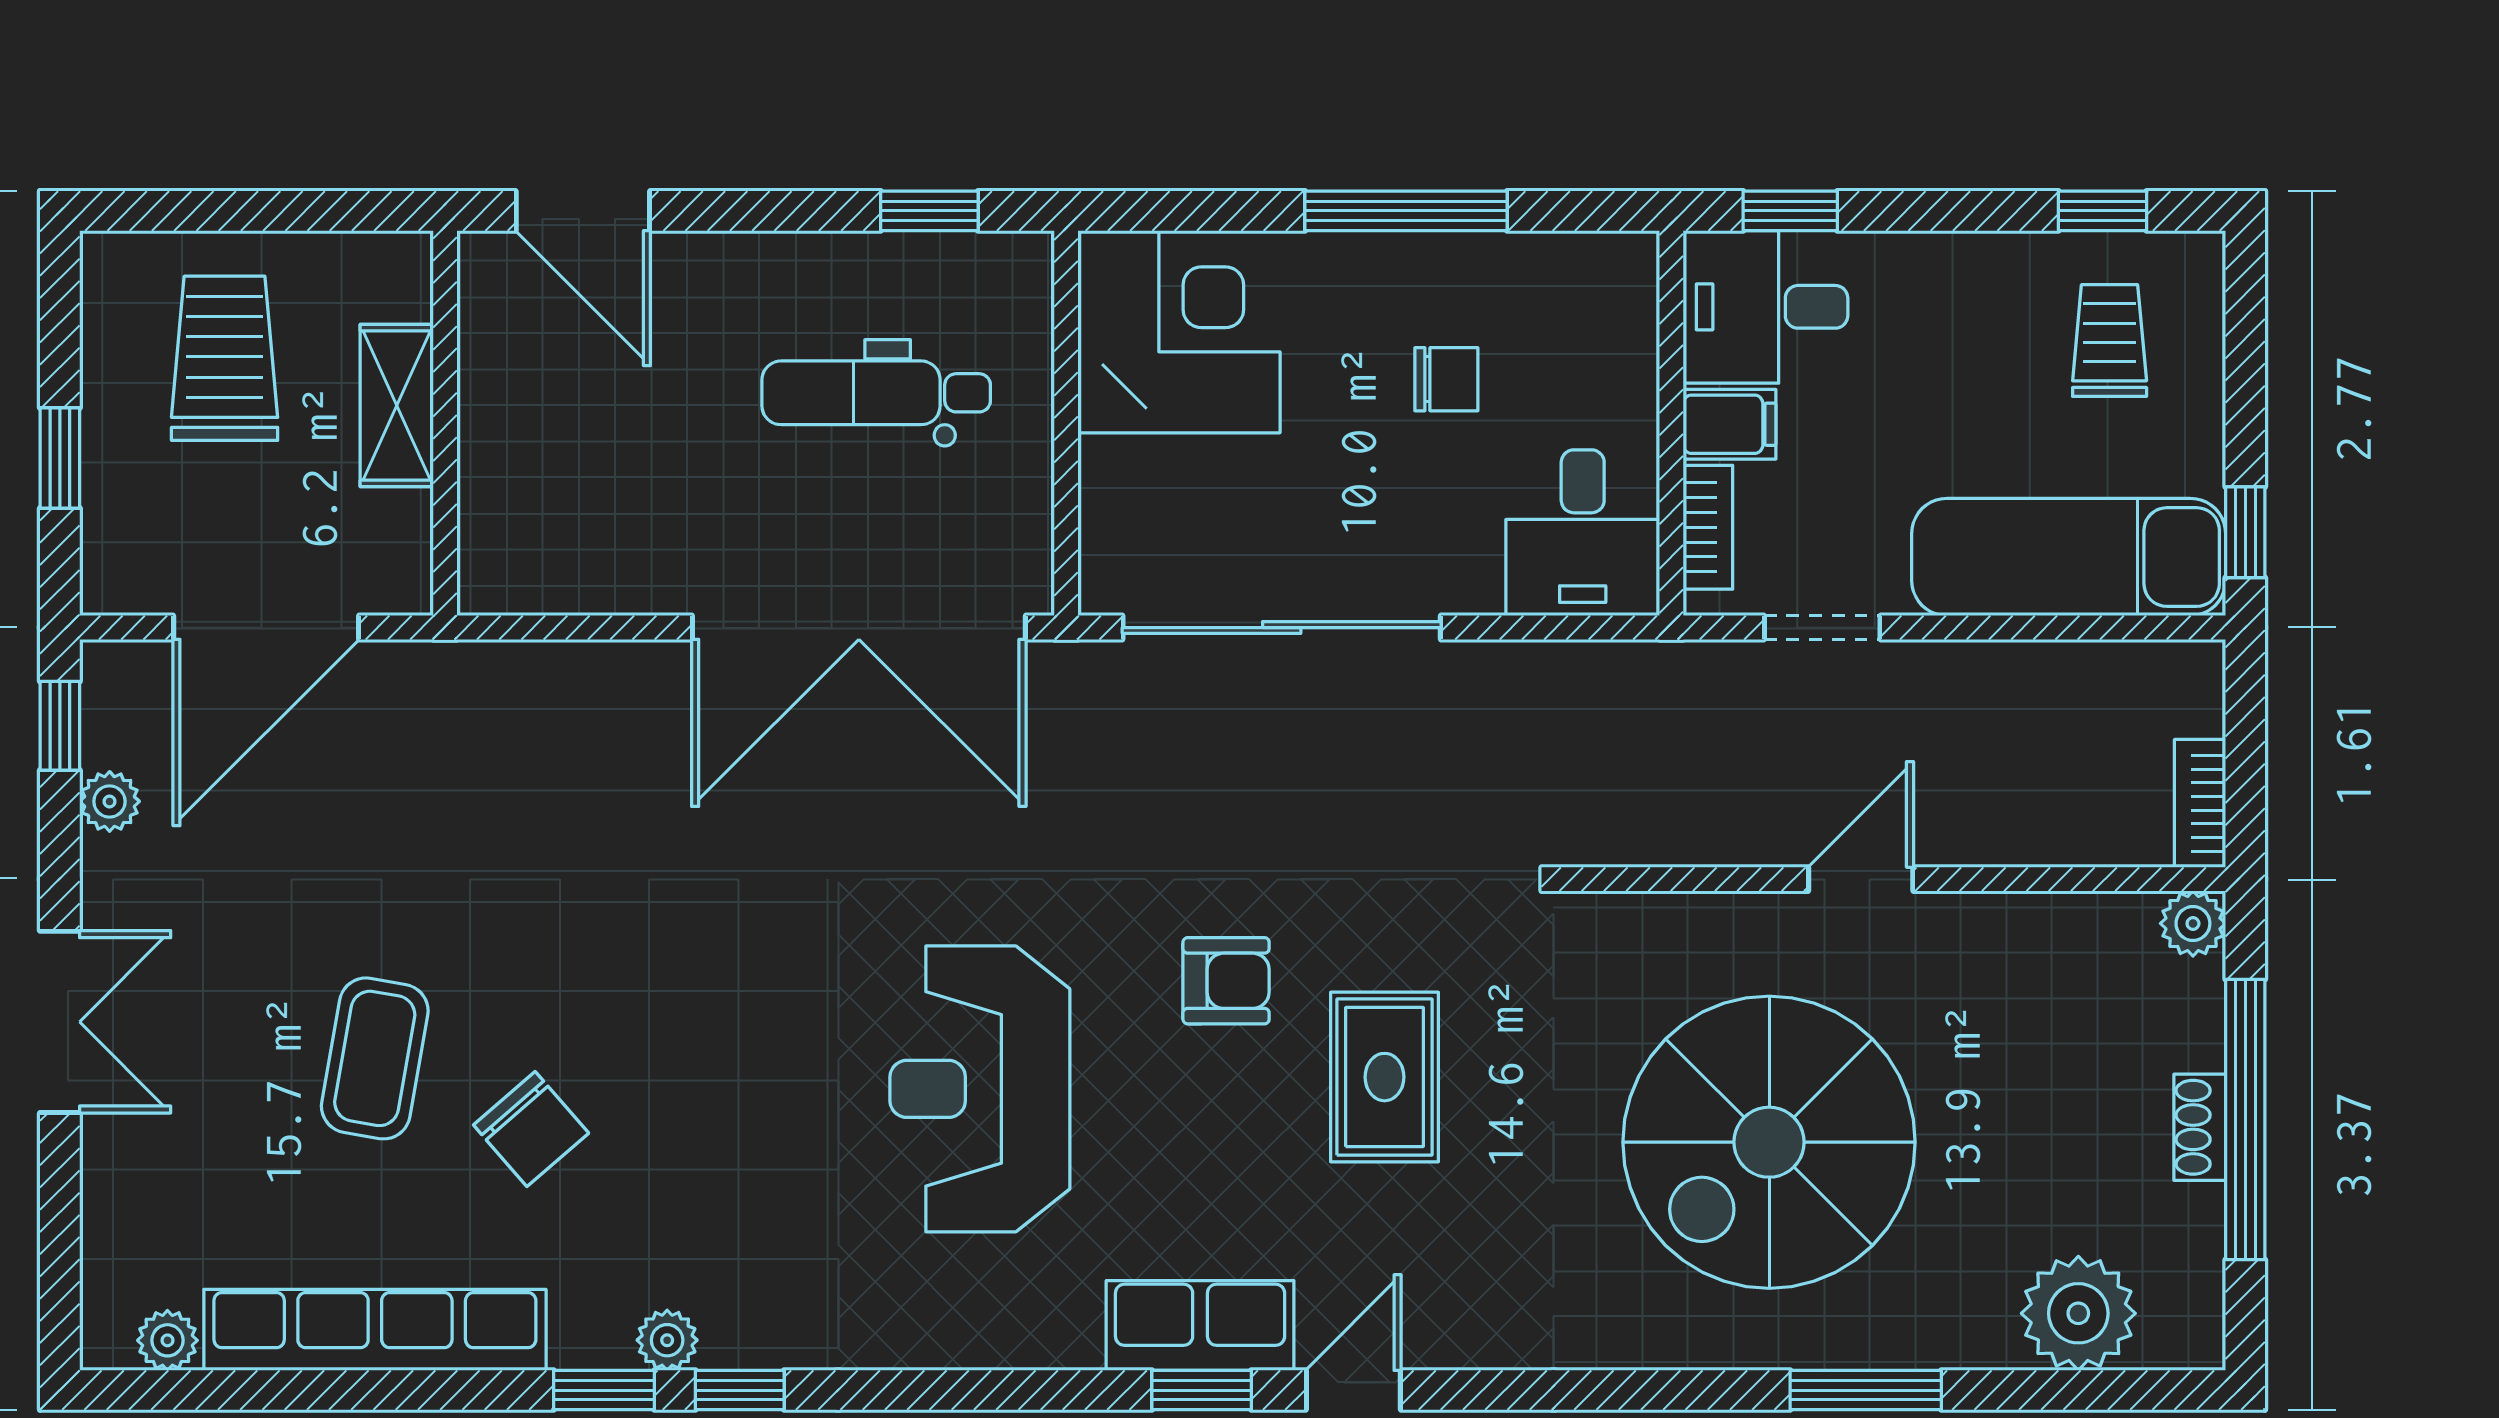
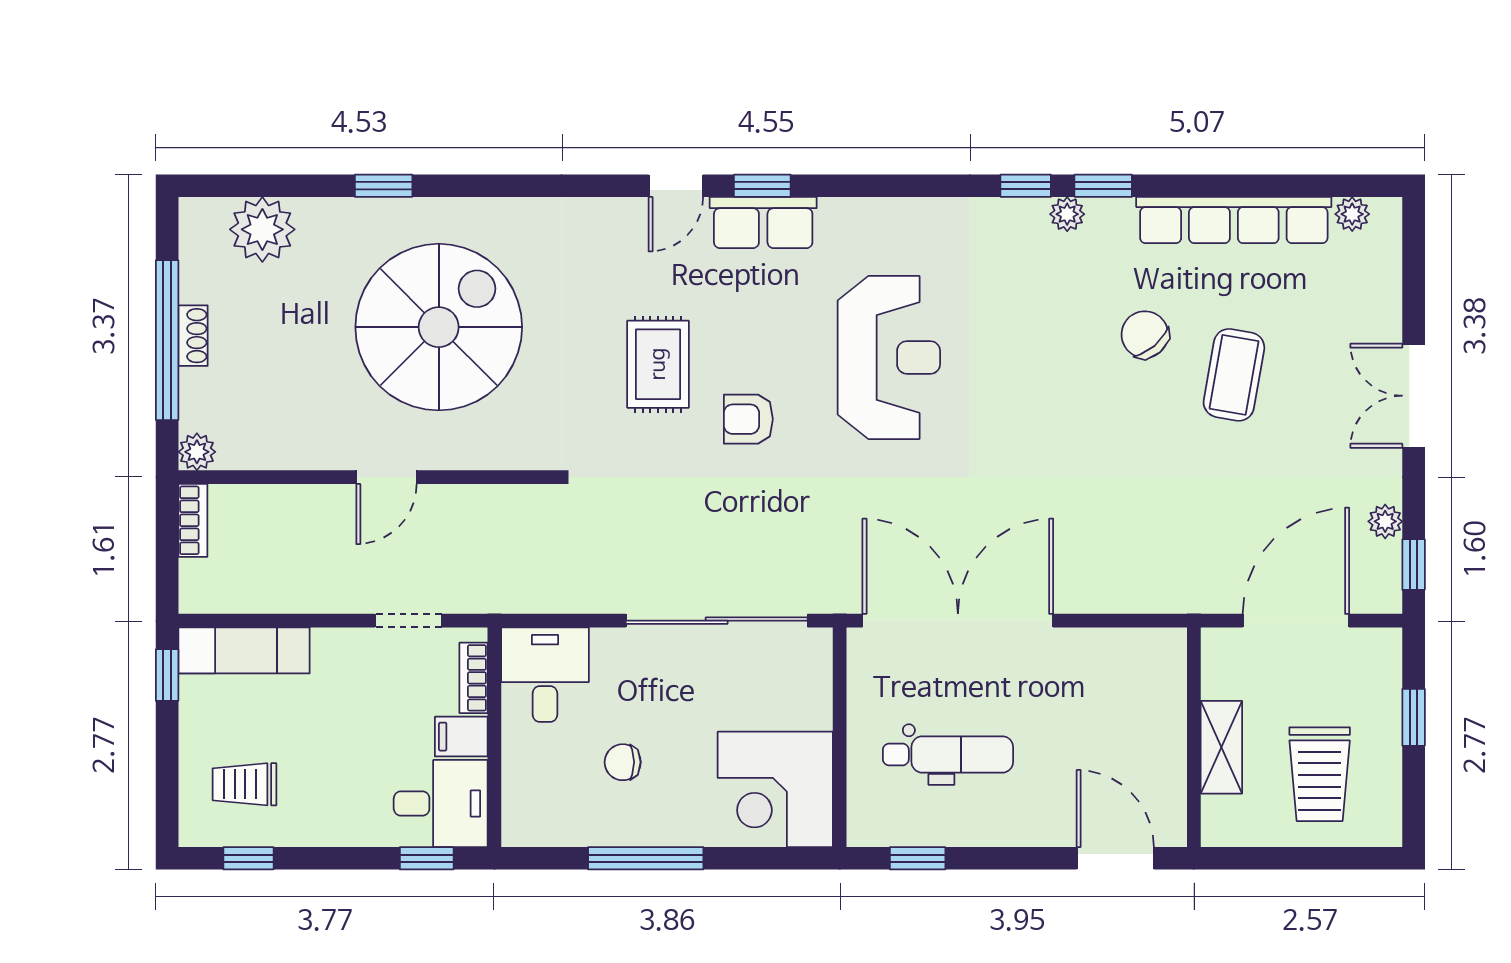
trolley: (2110, 341) -> (244, 784), turned 90
exam couch: (2069, 557) -> (244, 650), width x0.73, depth x0.69
window: (1866, 1390) -> (384, 186), width x0.67

